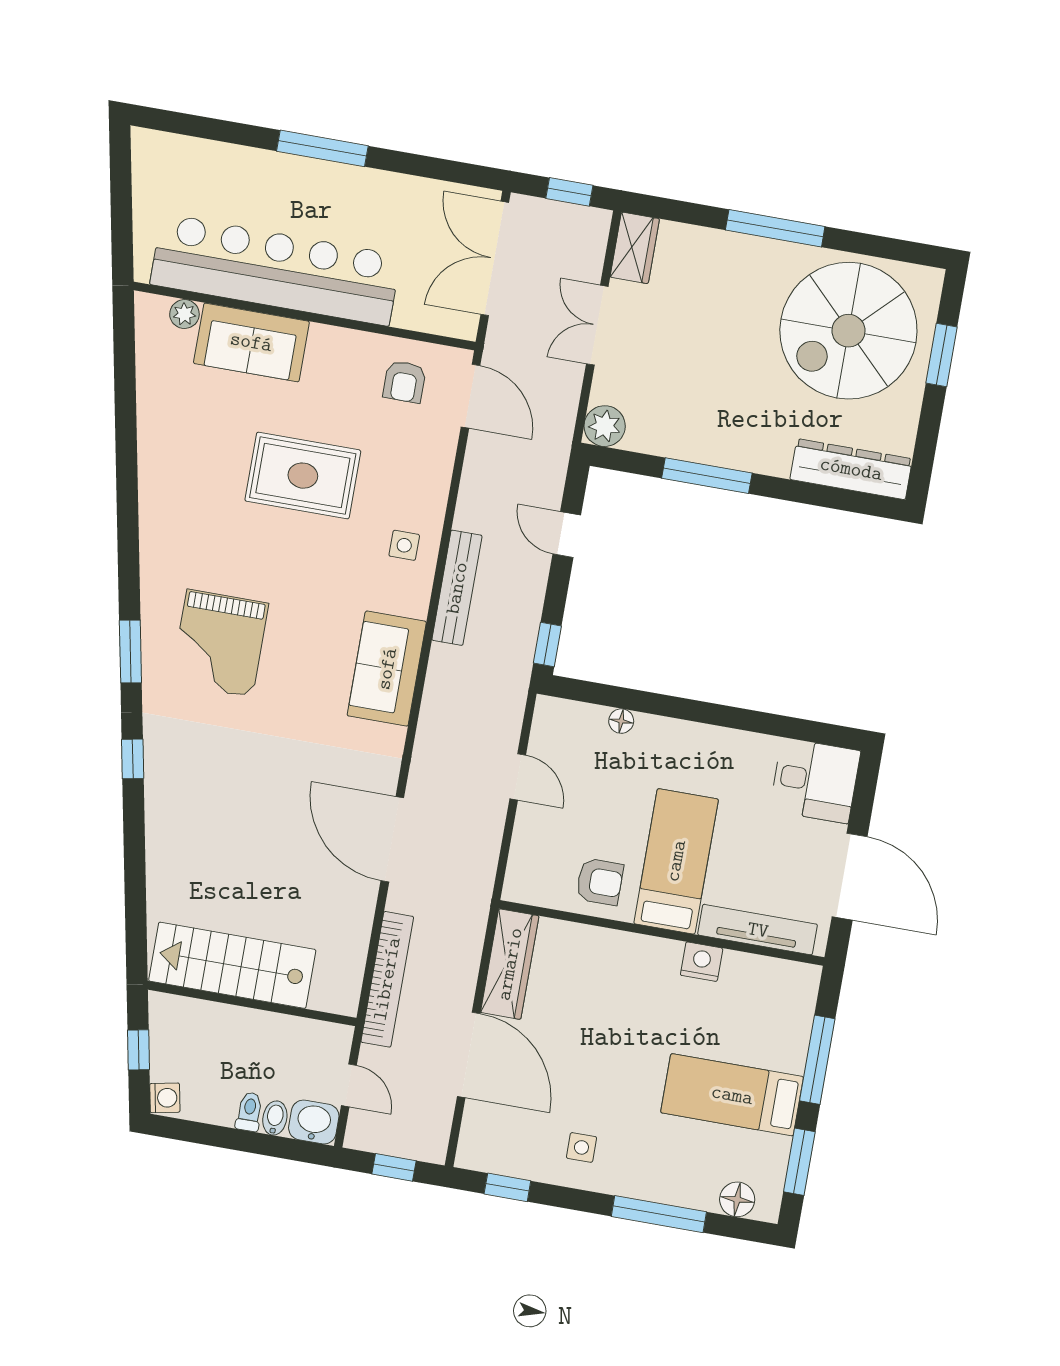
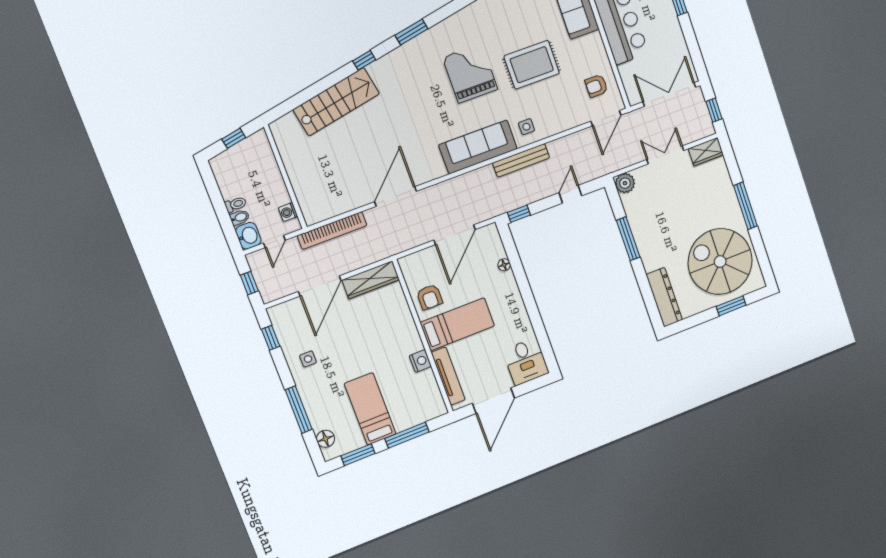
rug: (303, 476) -> (532, 65), turned 90
grand piano: (220, 643) -> (470, 73), moved, turned 90
sofa: (387, 669) -> (478, 147), width x1.36
door: (518, 777) -> (454, 235), width x1.87
stairs: (232, 965) -> (336, 102), moved, turned 79
washing machine: (165, 1098) -> (288, 212), moved, turned 101

